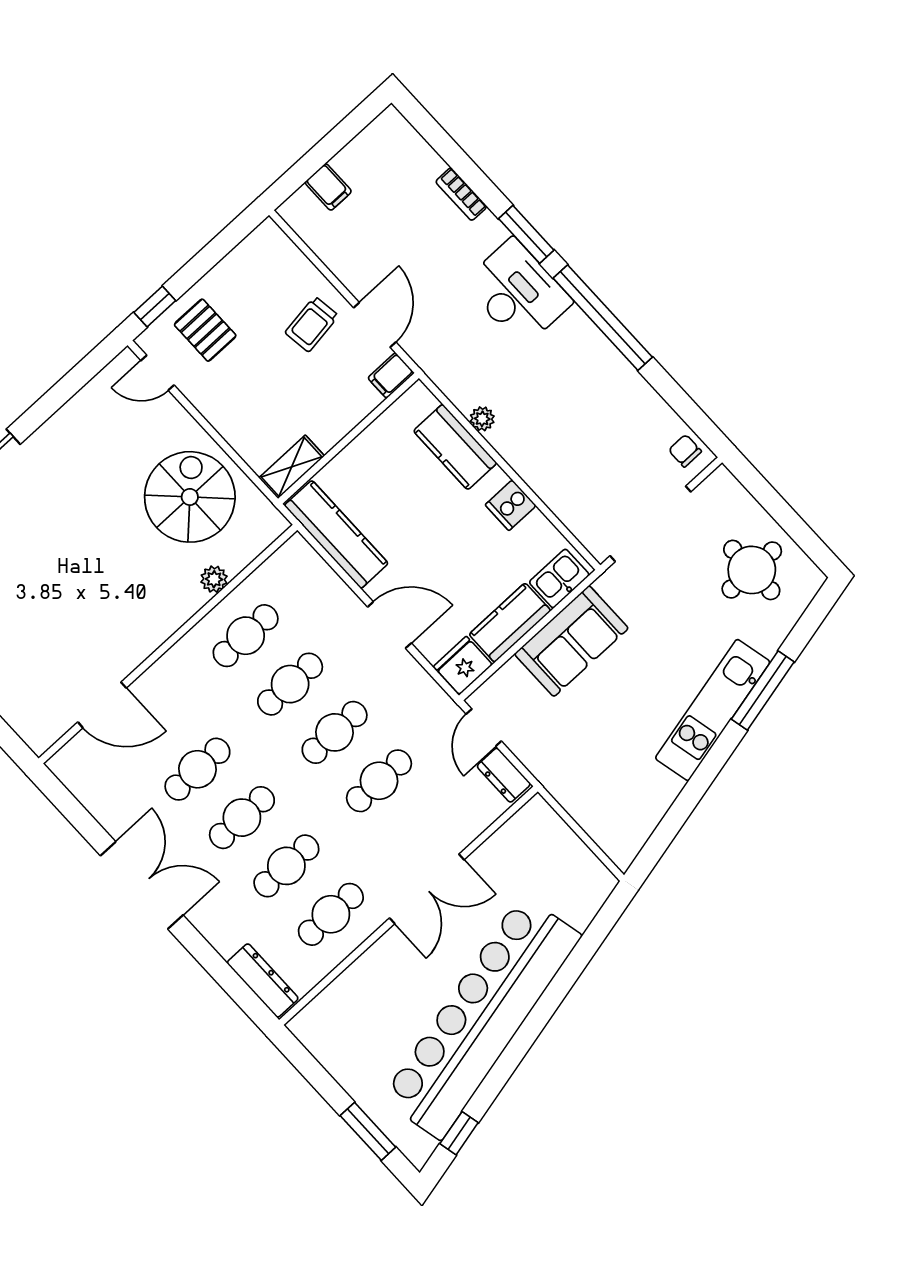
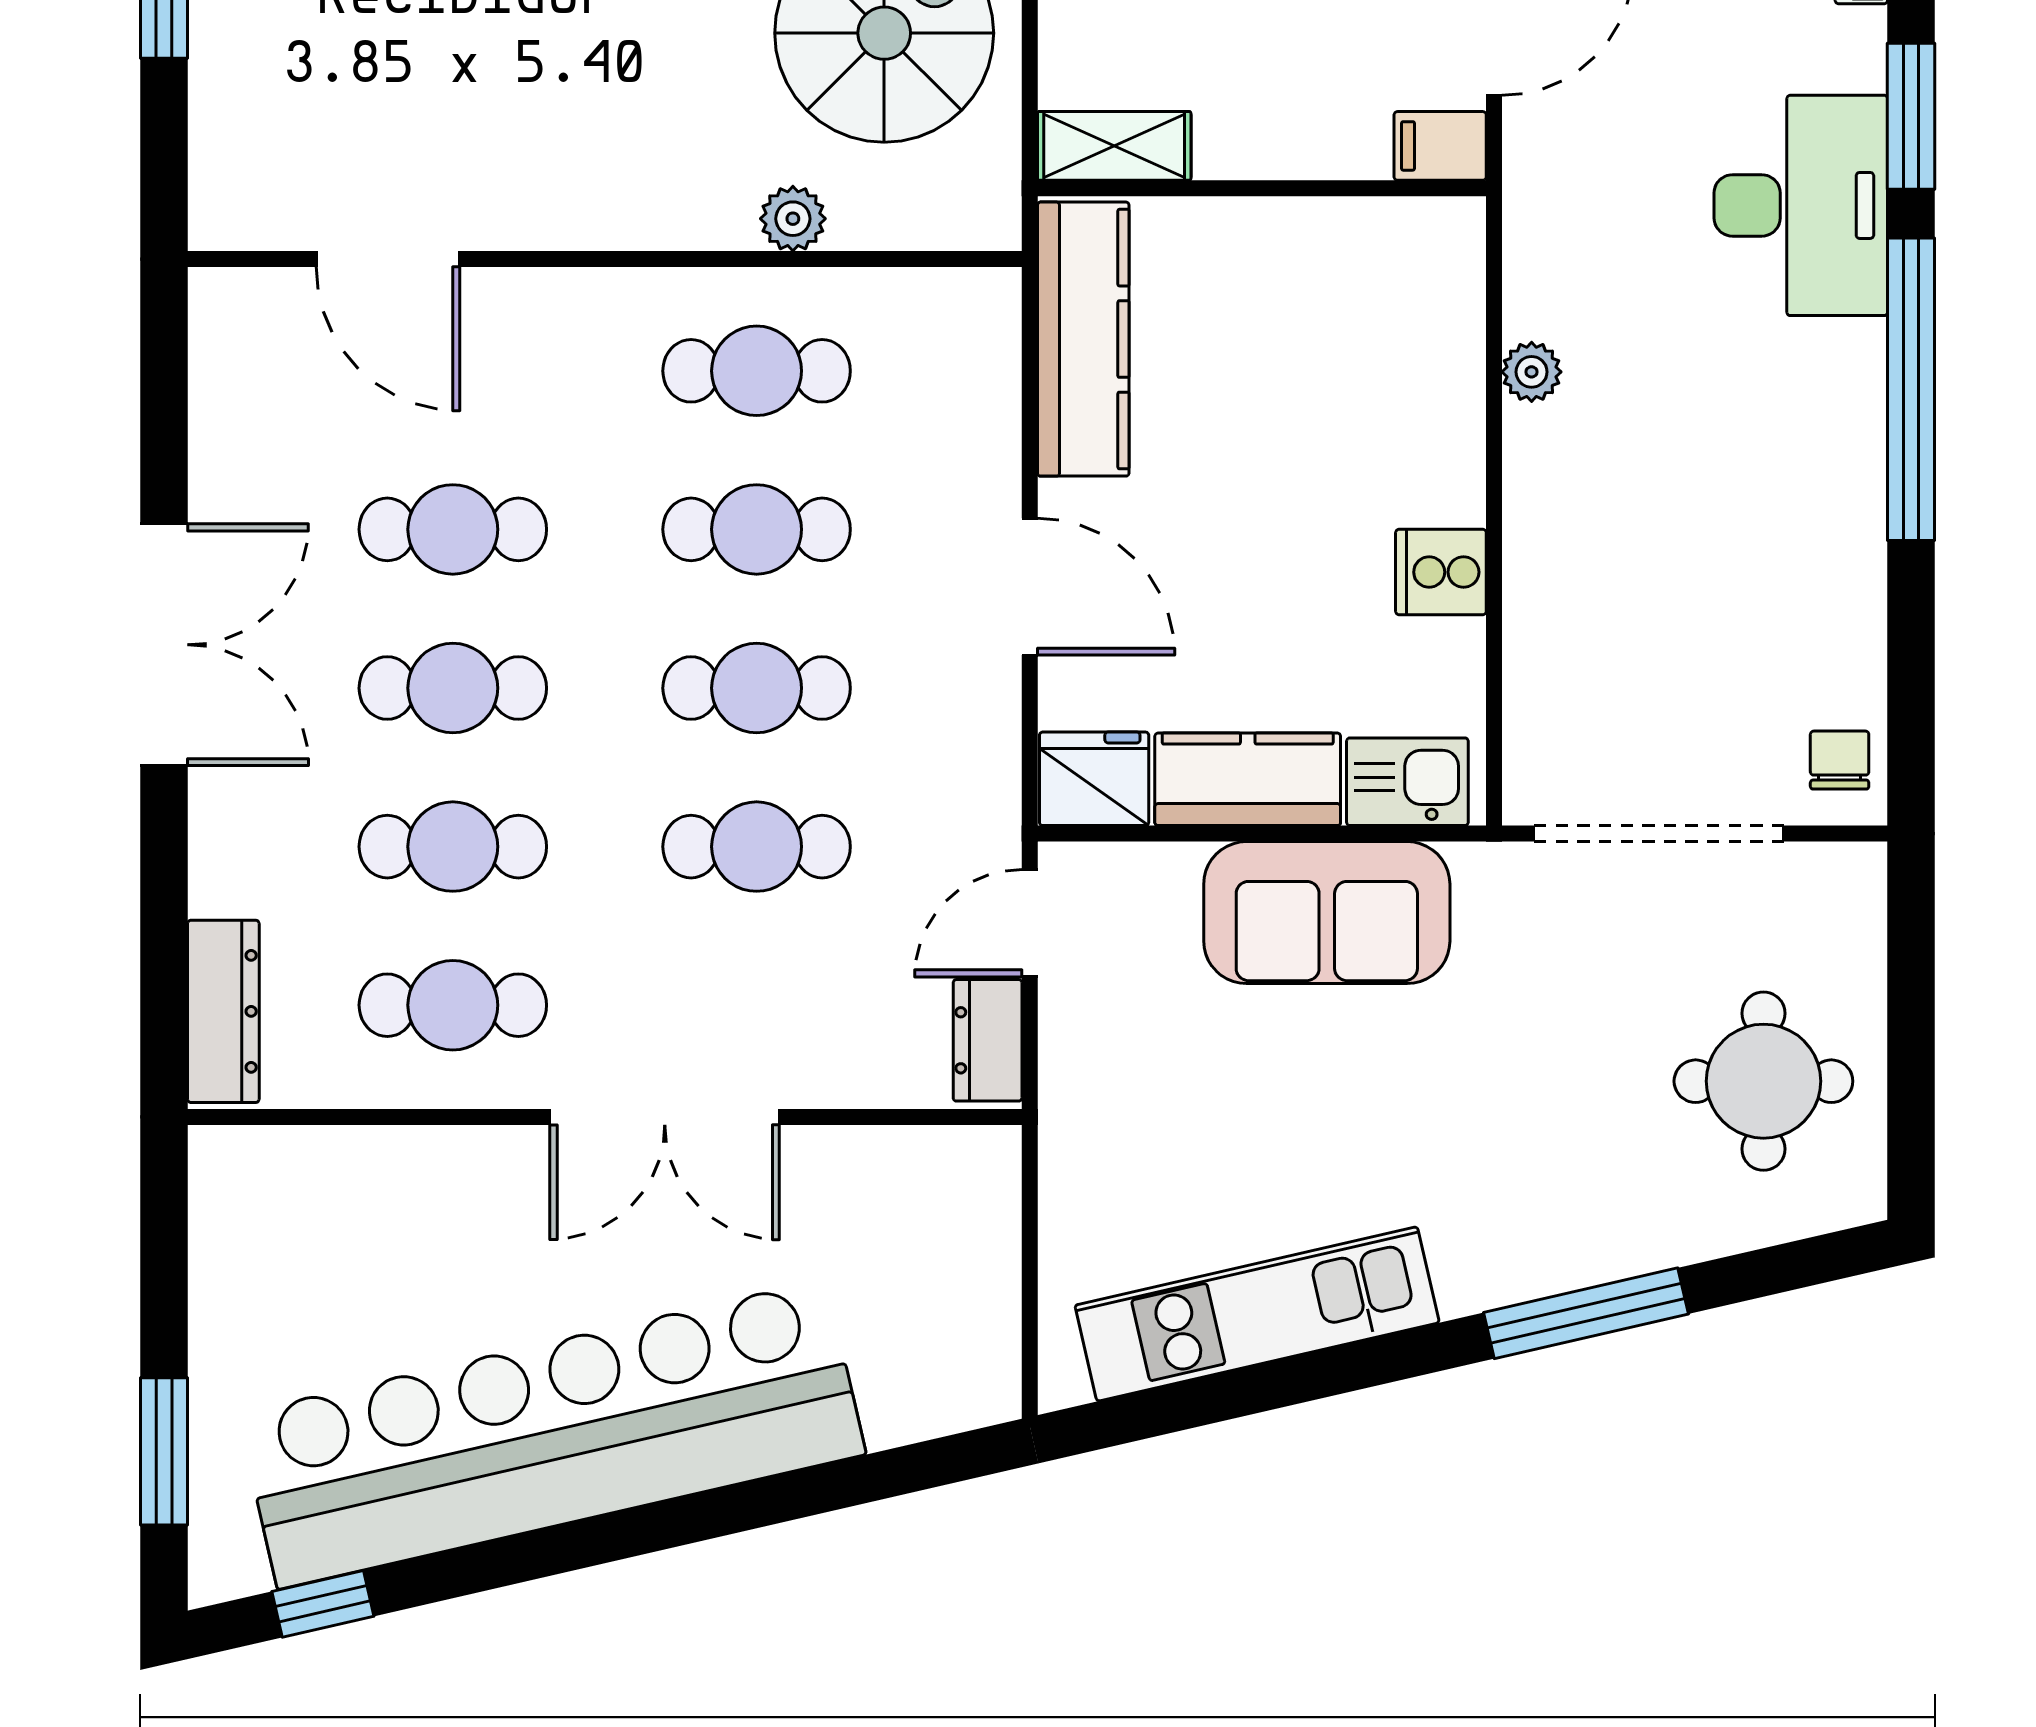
kitchen counter: (455, 447) -> (1437, 378), removed
kitchen unit: (713, 710) -> (1257, 1314), moved

